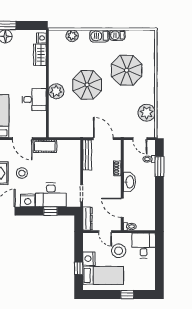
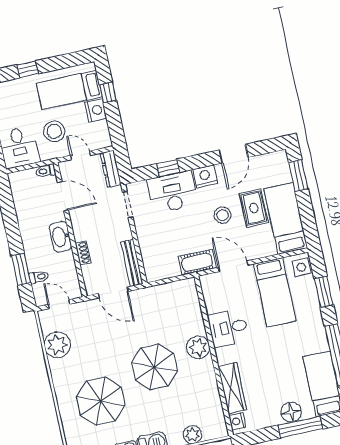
wardrobe: (40, 55) -> (232, 388), width x1.50

